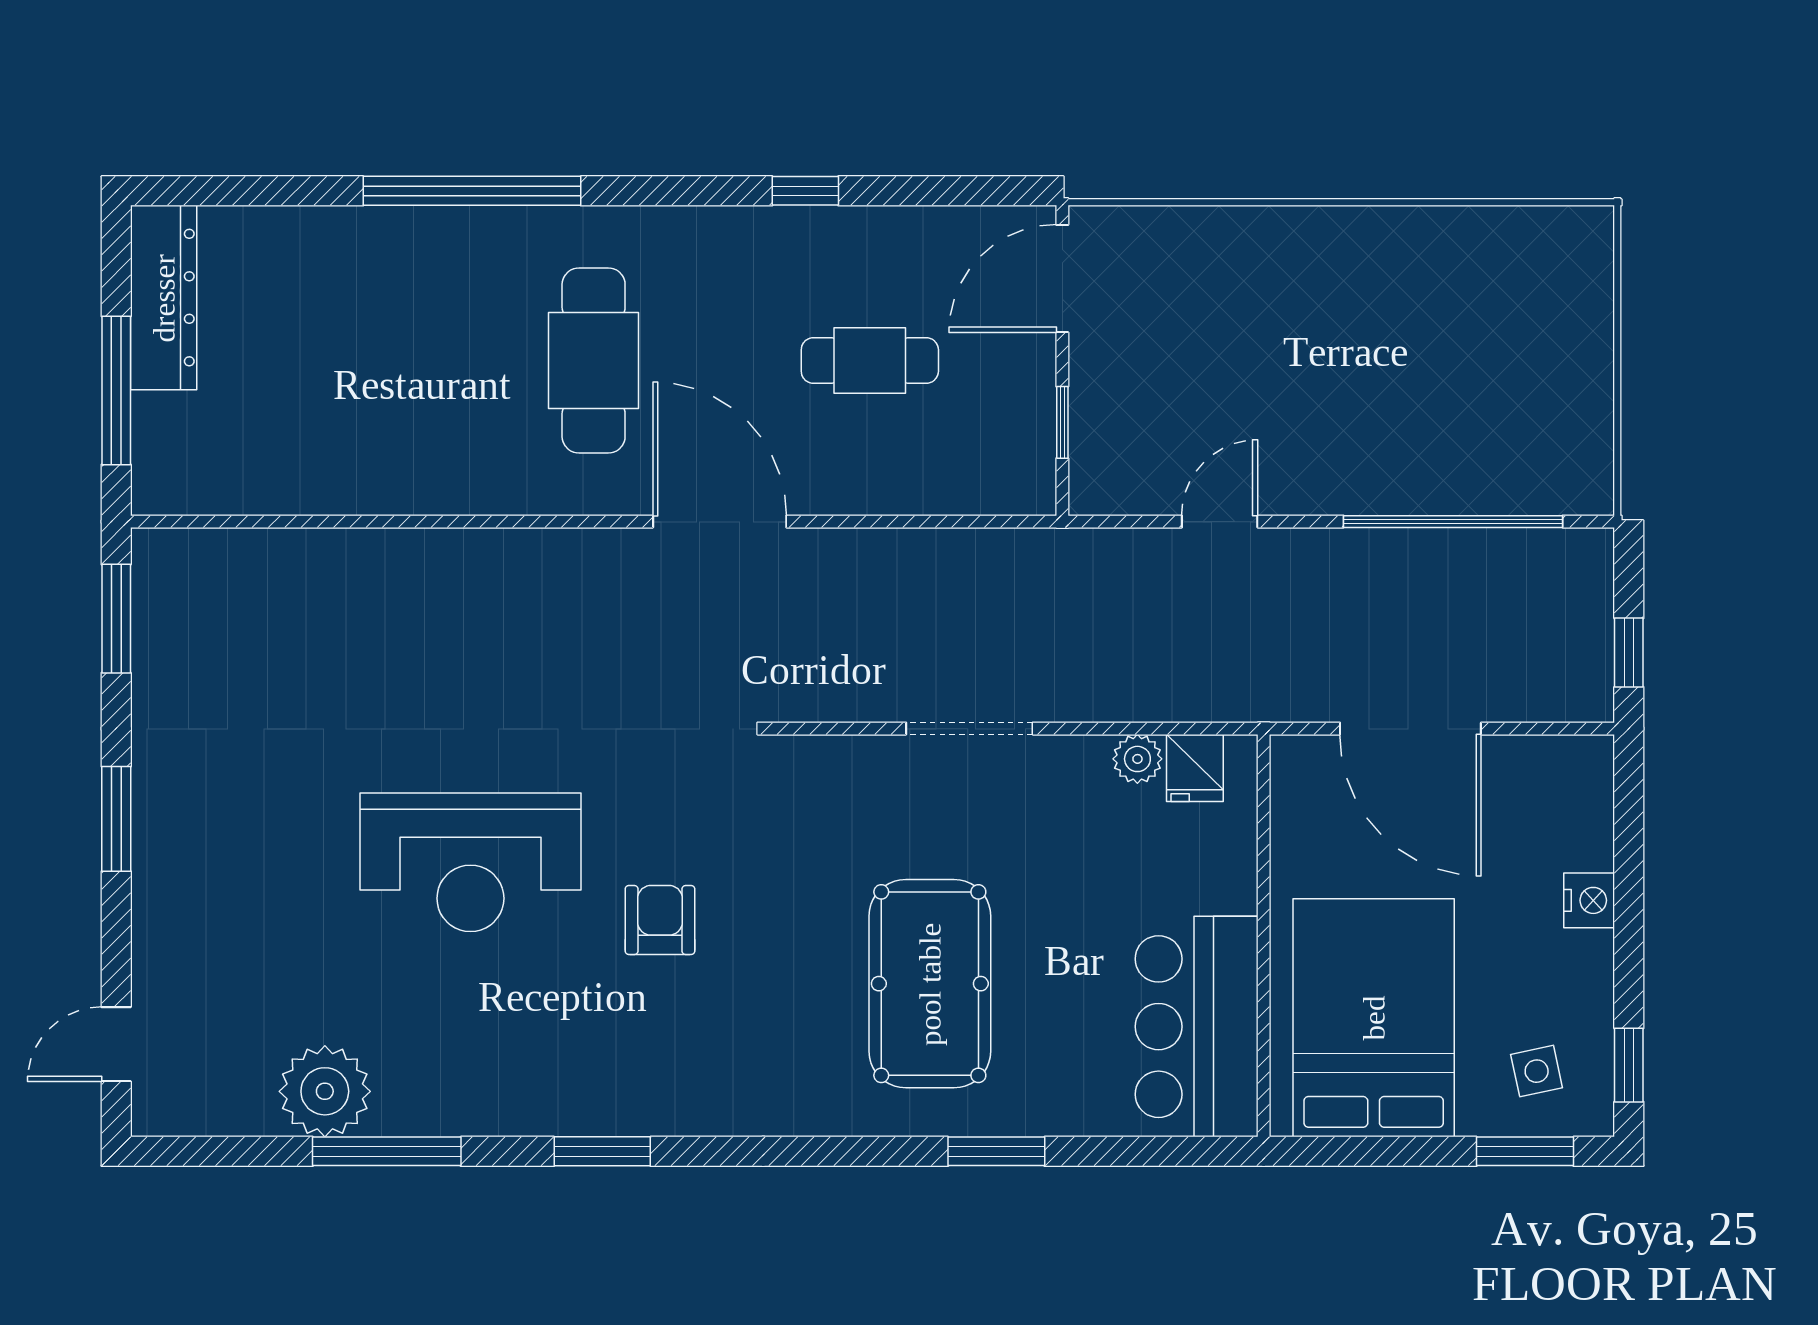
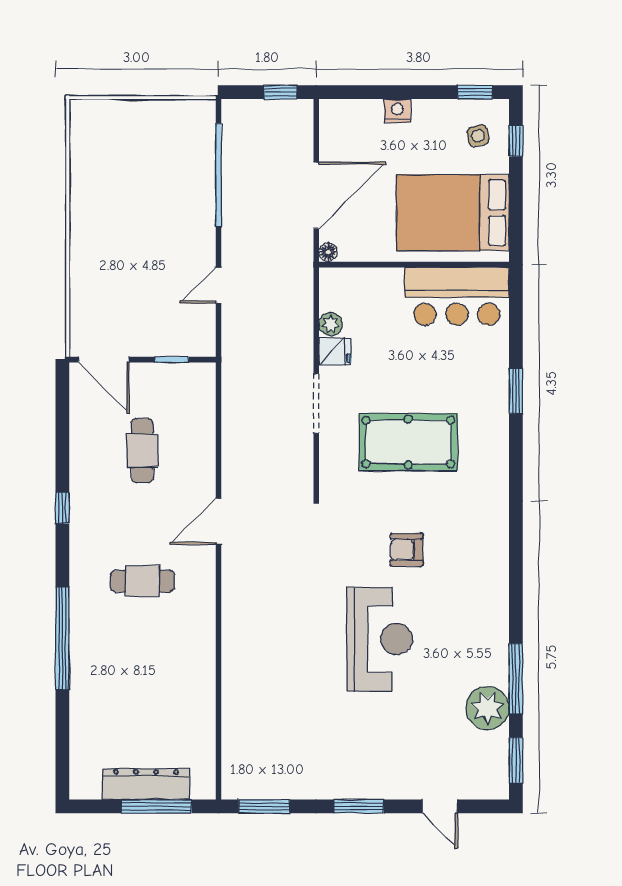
window: (805, 191) -> (62, 508), moved
dresser: (164, 298) -> (146, 784), moved
cafe table: (594, 360) -> (142, 581), width x0.73, depth x0.74
door: (720, 522) -> (218, 521), width x0.73
door: (1220, 522) -> (218, 285), hinge flipped
floor lamp: (1290, 754) -> (328, 252), added
fridge: (1195, 768) -> (335, 351), moved
pool table: (930, 984) -> (408, 442), moved
door: (116, 1044) -> (440, 806), moved
window: (602, 1151) -> (516, 760), moved
window: (1525, 1151) -> (516, 141), width x0.67

